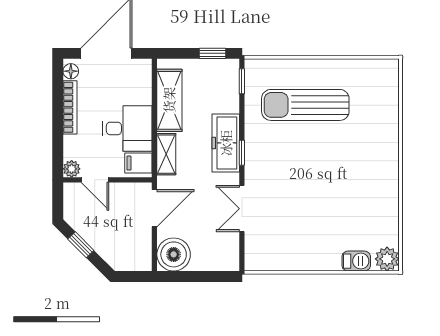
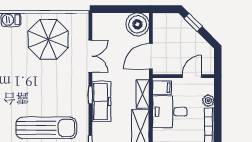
plant: (72, 169) -> (208, 101), moved
door: (95, 180) -> (192, 76), hinge flipped
parasol: (303, 233) -> (48, 39), added
window: (81, 245) -> (193, 23), moved

